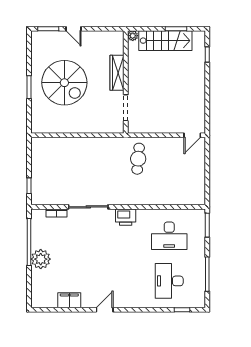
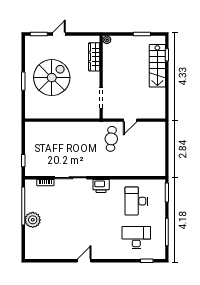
door: (73, 29) -> (59, 34), swing flipped
stairs: (165, 41) -> (157, 66), moved, turned 90
wardrobe: (117, 73) -> (94, 57), moved
spiral stairs: (64, 83) -> (52, 78), turned -90
door: (192, 135) -> (130, 120), moved
desk: (169, 236) -> (136, 201), turned 90
desk: (169, 281) -> (136, 237), turned 90
filing cabinet: (69, 300) -> (56, 253), removed

